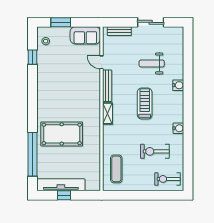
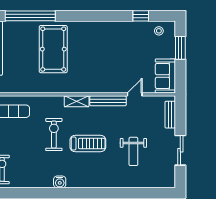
weight bench: (152, 63) -> (133, 151), turned 180
water cooler: (178, 85) -> (109, 182), removed
exercise bike: (155, 151) -> (54, 135), moved

